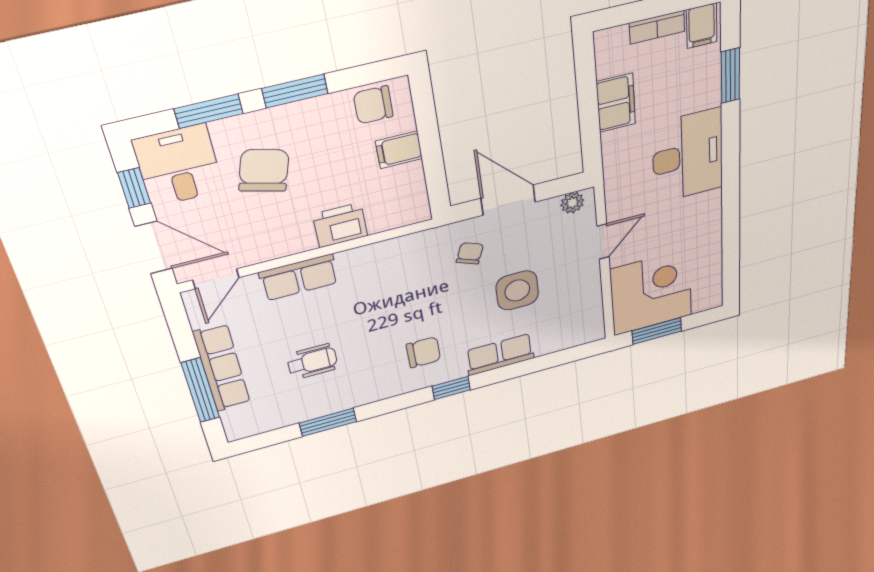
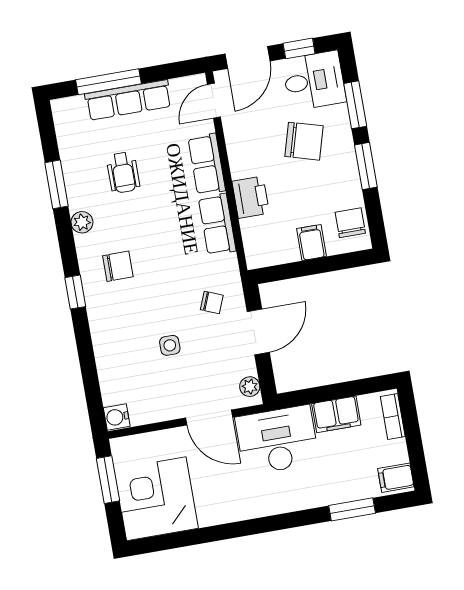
bookcase: (657, 27) -> (393, 417), moved
desk: (688, 156) -> (277, 440), moved, turned 180
door: (603, 242) -> (209, 417), width x1.38
door: (216, 279) -> (214, 101), hinge flipped
side table: (517, 290) -> (170, 345), width x0.54, depth x0.54
corner desk: (651, 292) -> (156, 499), moved, turned 180
water cooler: (592, 332) -> (117, 417), added
chair: (423, 352) -> (118, 266), turned -90
row of seats: (500, 354) -> (217, 224), moved, turned 180
plant: (372, 393) -> (82, 222), added

